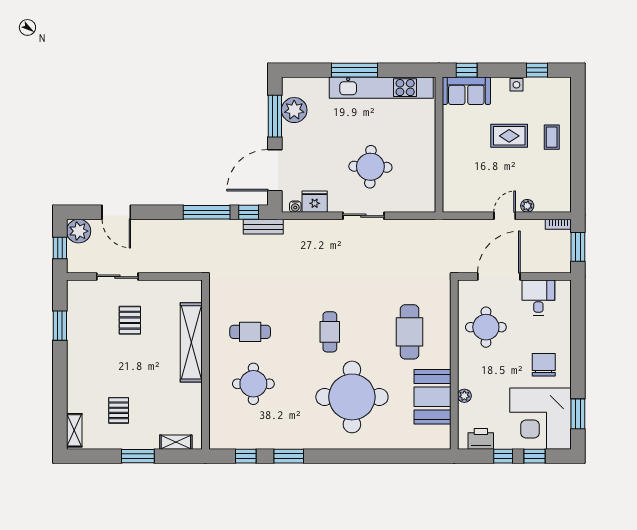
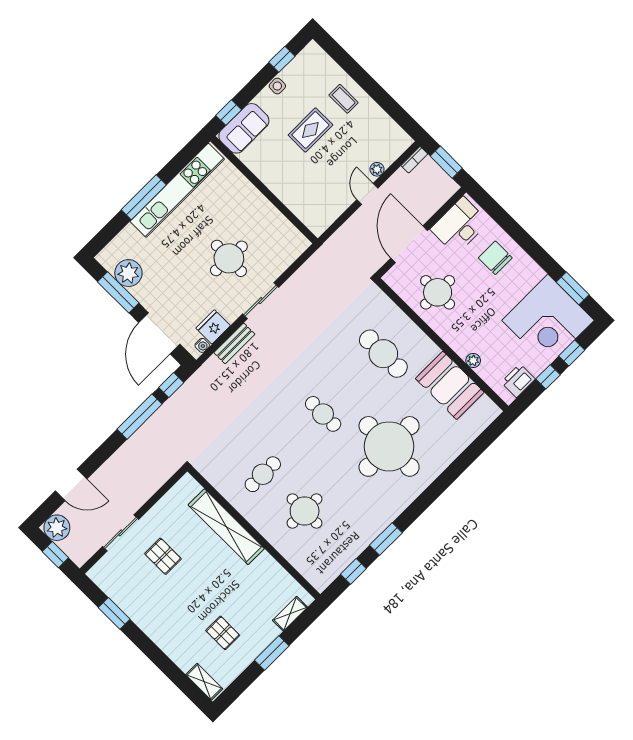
bench: (263, 227) -> (234, 343), moved
desk: (538, 298) -> (459, 226), width x1.37
chair: (544, 365) -> (495, 258), moved

